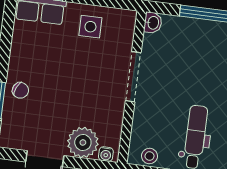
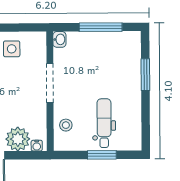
stool: (149, 156) -> (66, 125), moved

